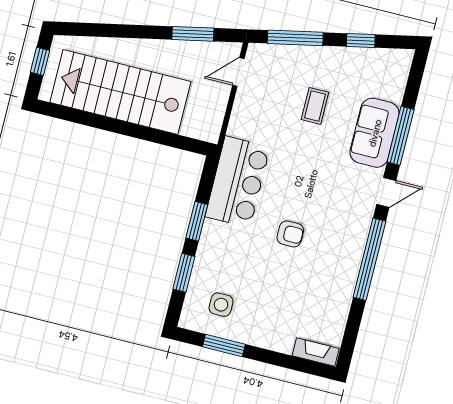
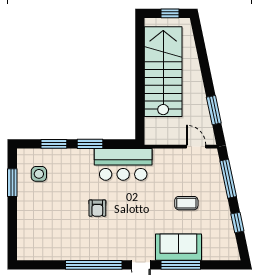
fireplace: (316, 352) -> (23, 245), removed

